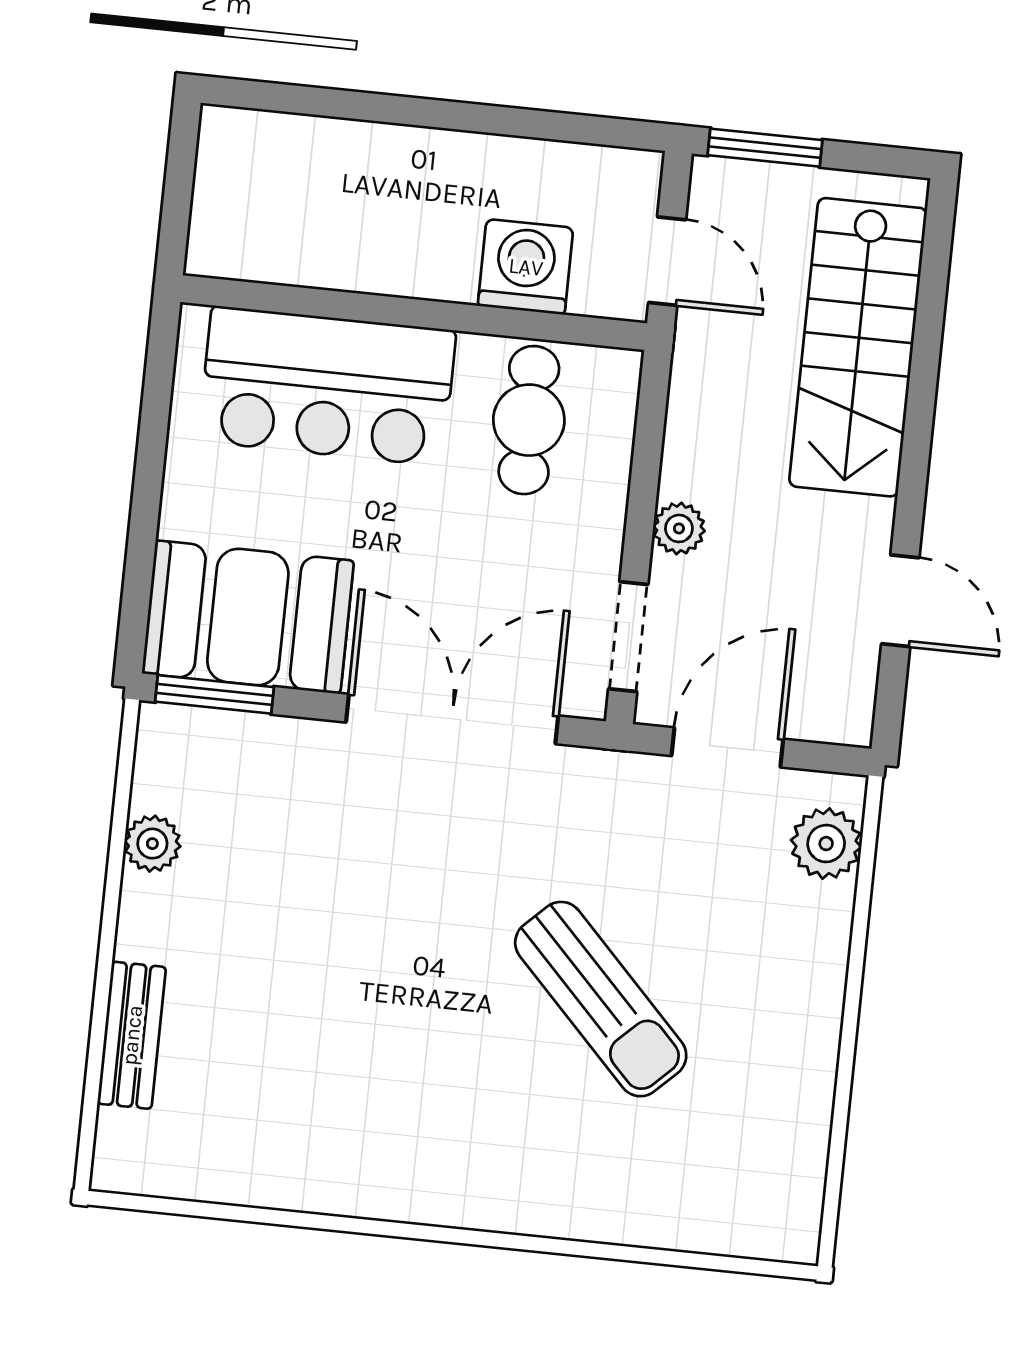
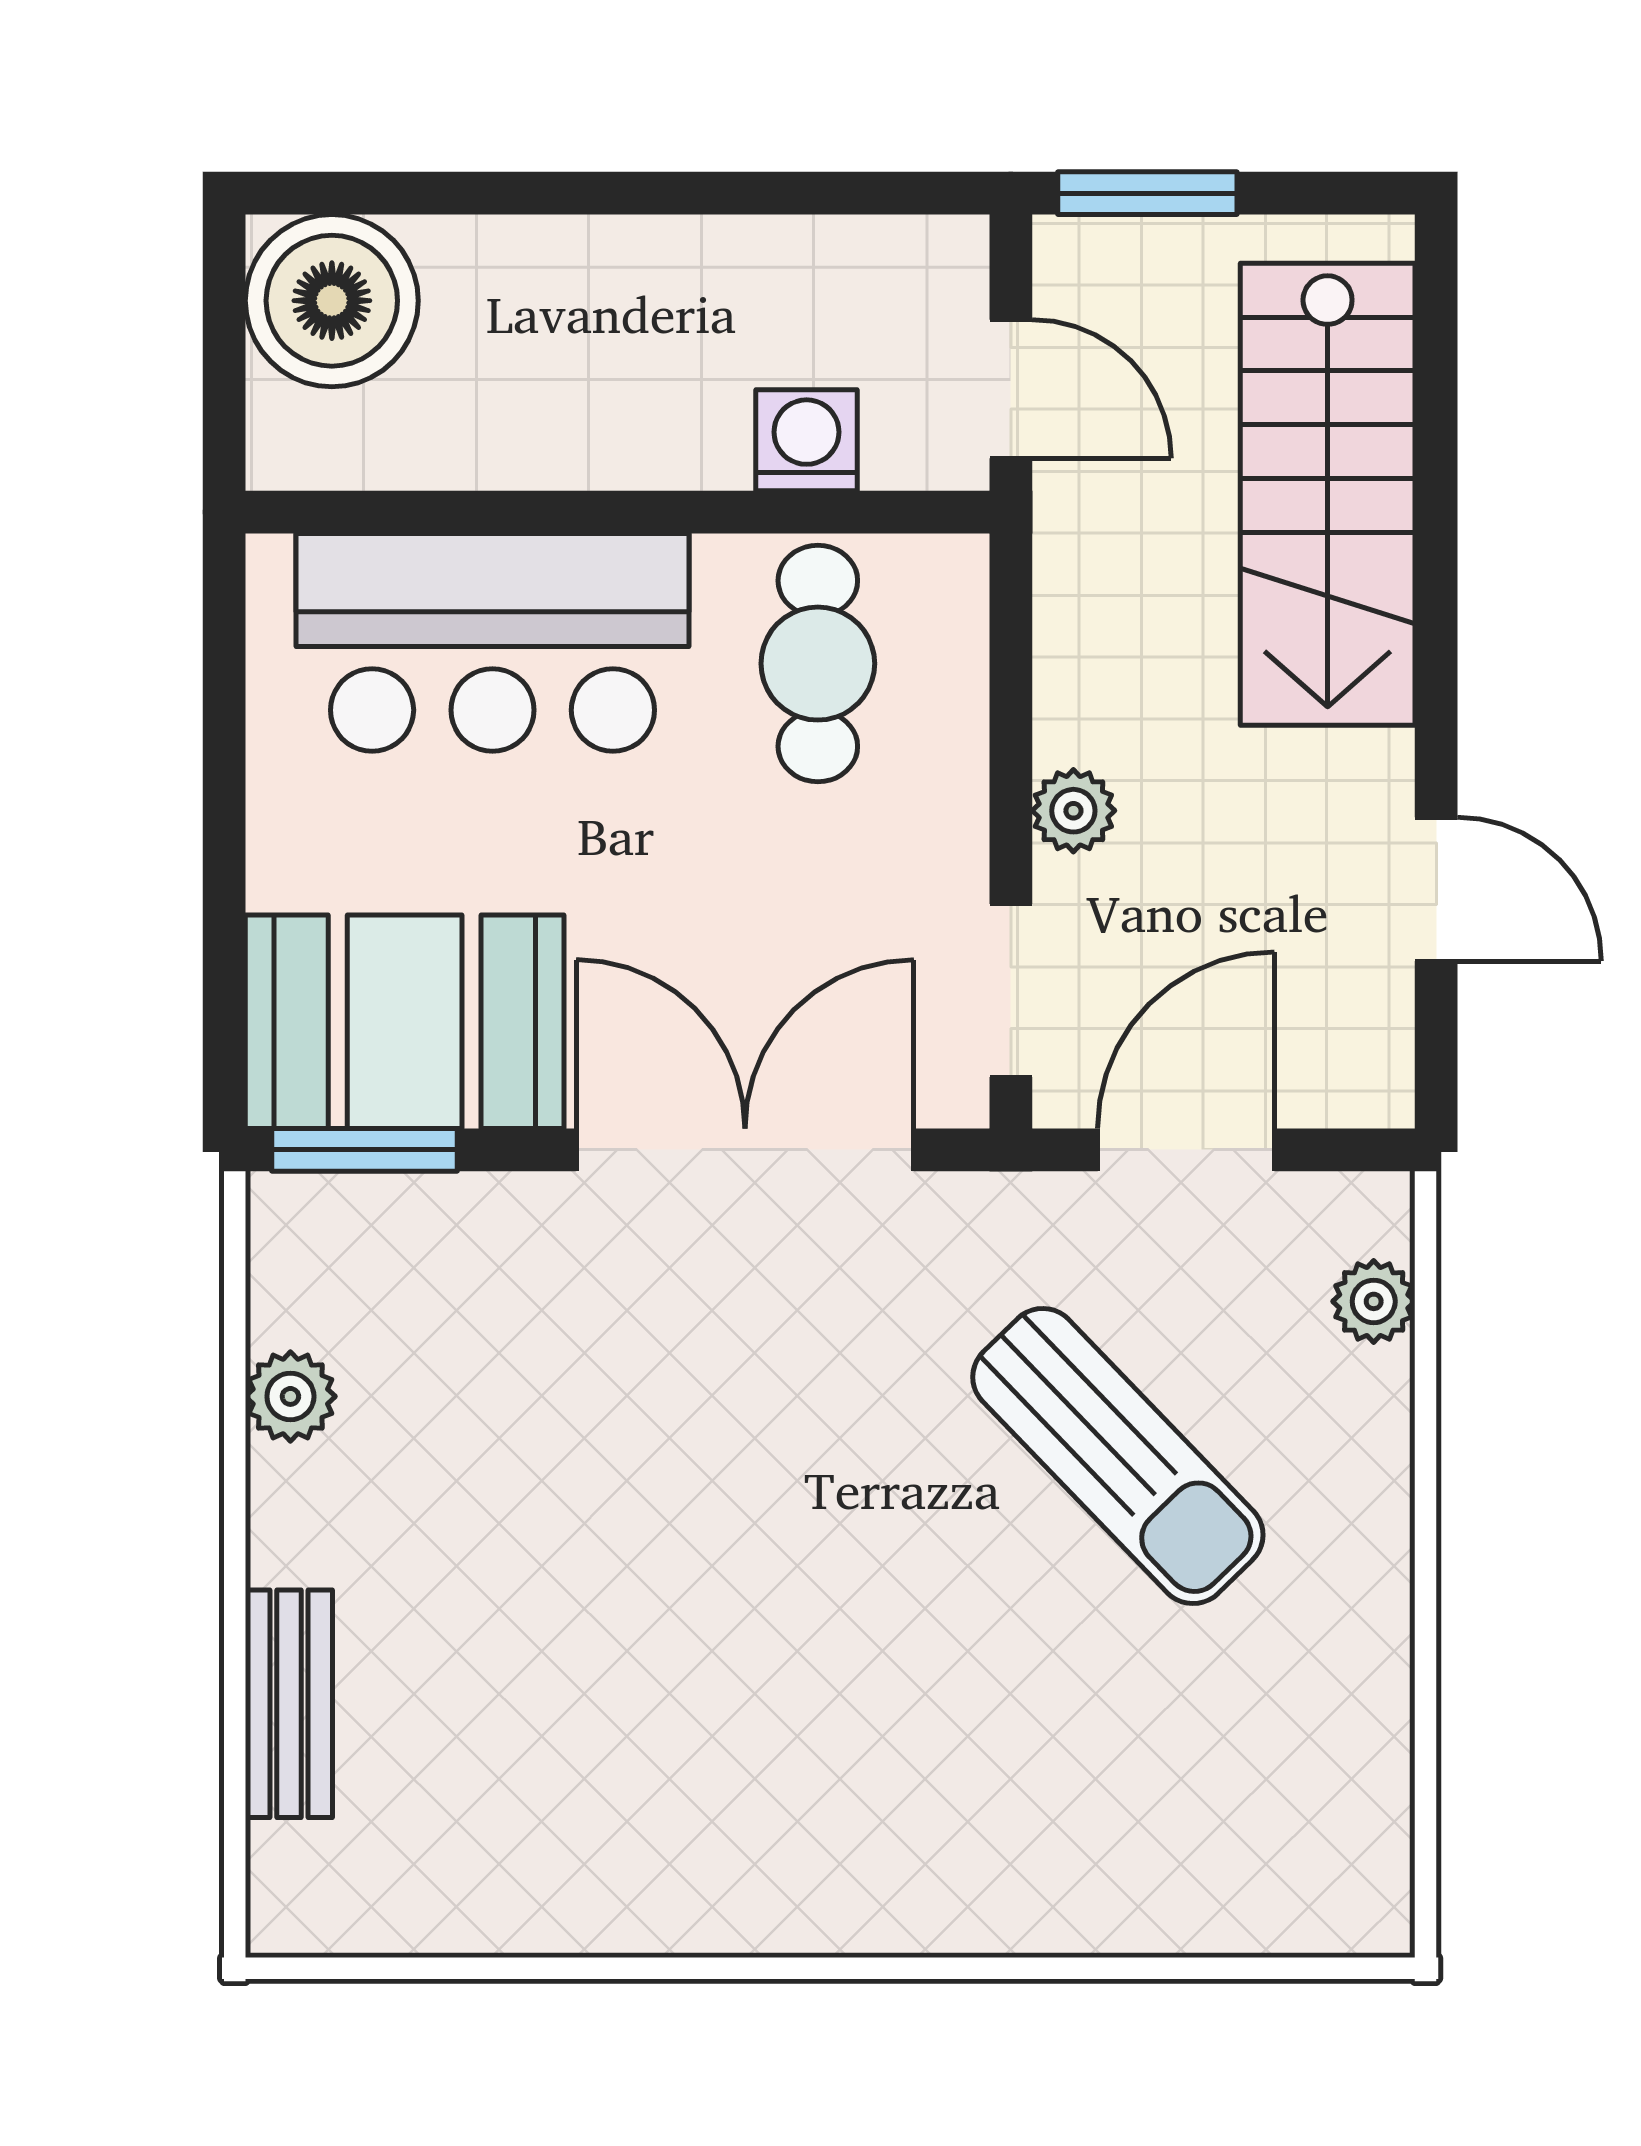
boiler: (249, 162) -> (332, 301), added
washing machine: (526, 267) -> (807, 440), width x0.73, depth x0.73
plant: (826, 844) -> (1374, 1301), width x0.73, depth x0.73
sun lounger: (601, 999) -> (1118, 1456), moved

